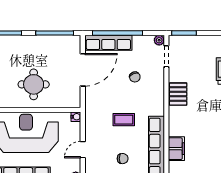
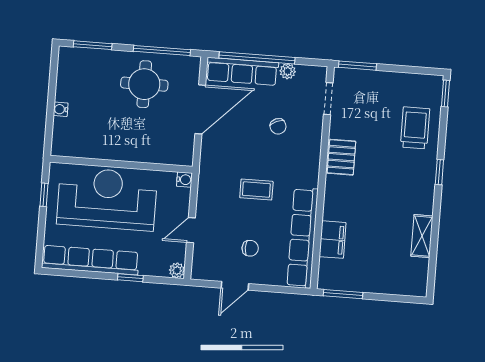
plant: (159, 40) -> (288, 71), moved
round table: (34, 84) -> (144, 84), moved

